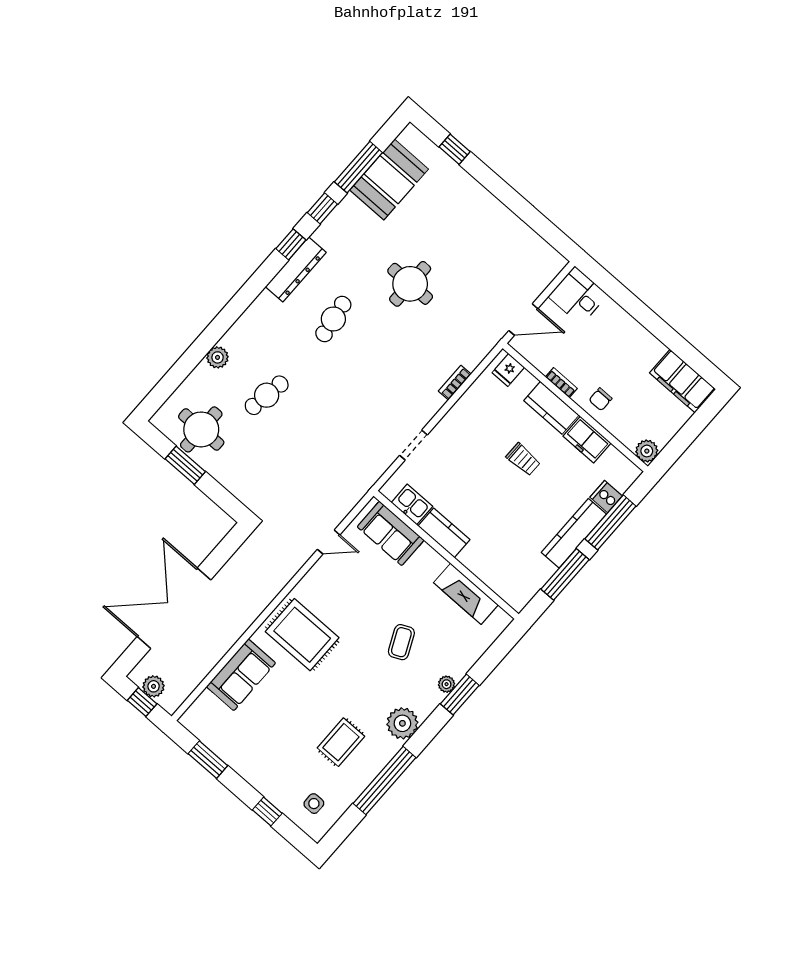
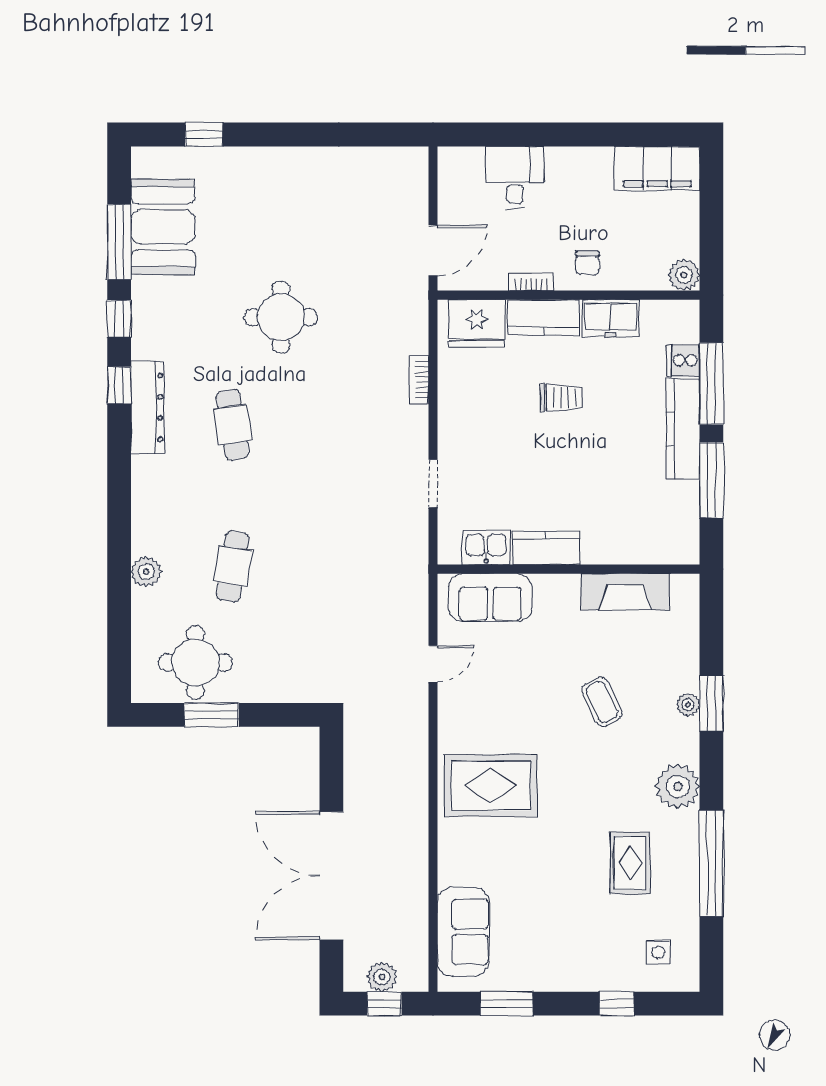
desk: (578, 296) -> (515, 177), moved, turned 90
fridge: (508, 370) -> (477, 323), width x1.88, depth x1.34
sofa: (241, 675) -> (463, 932), moved

